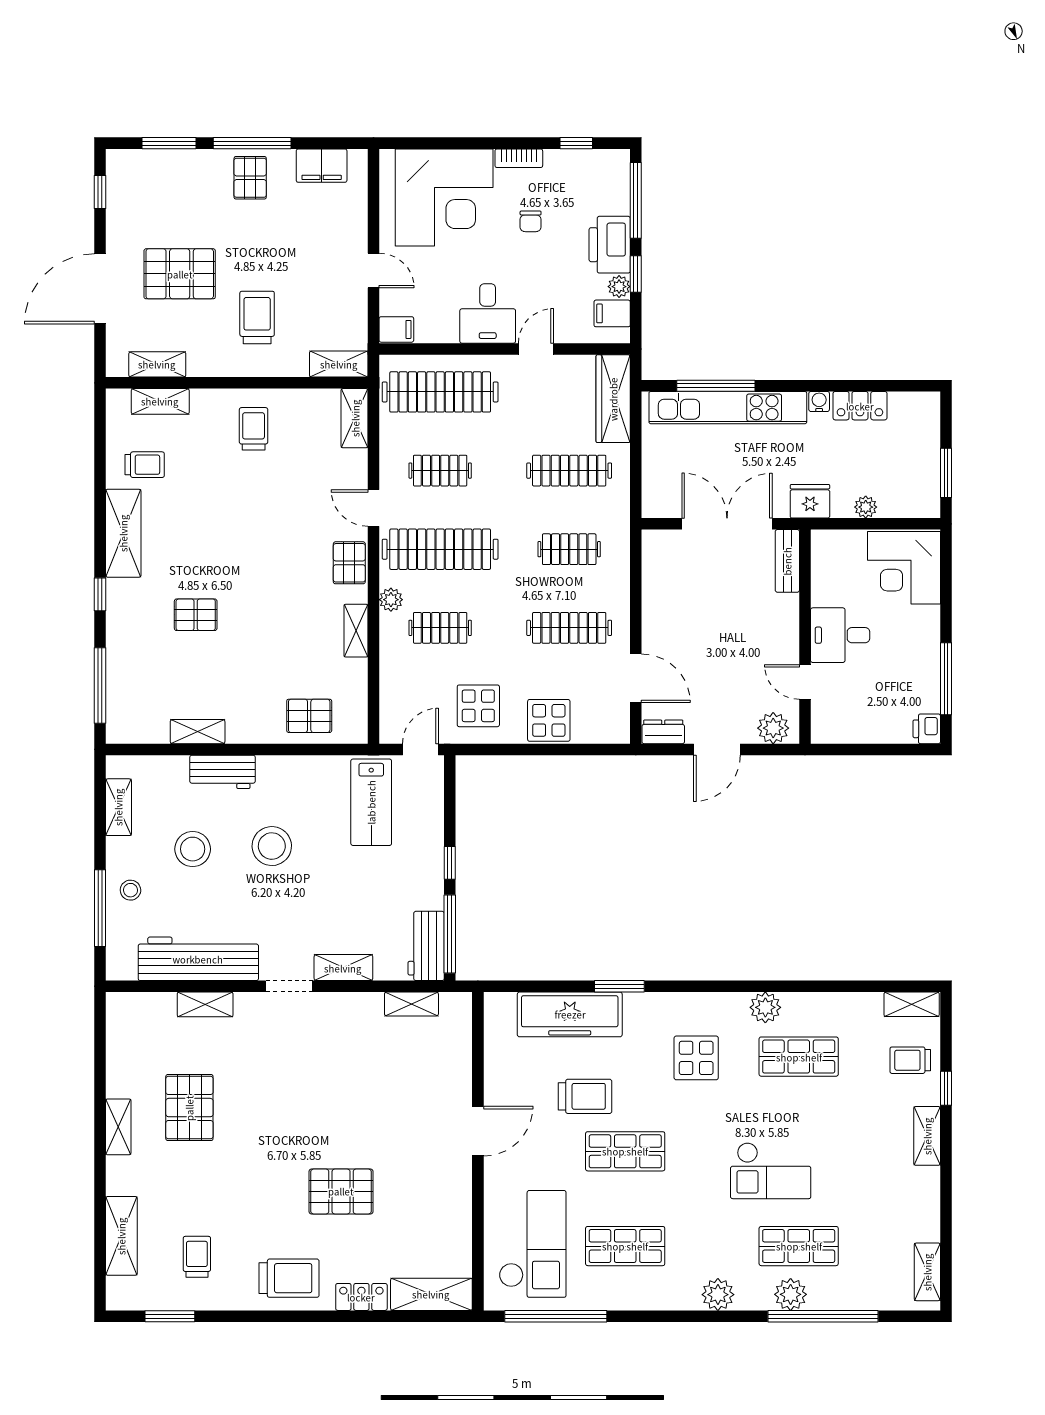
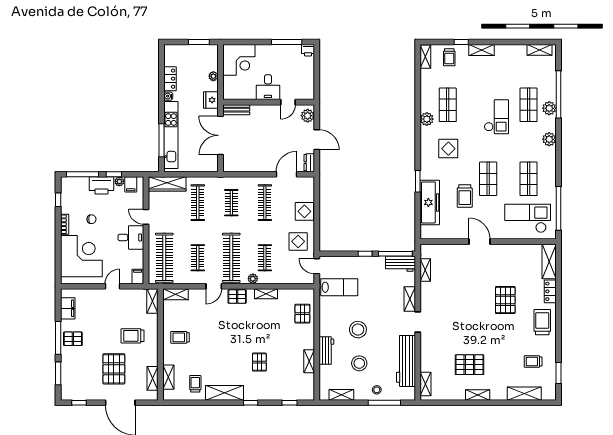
window: (100, 686) -> (289, 403), width x0.46
shelving: (205, 1004) -> (426, 384), moved
trolley: (585, 1096) -> (465, 196), turned 180

